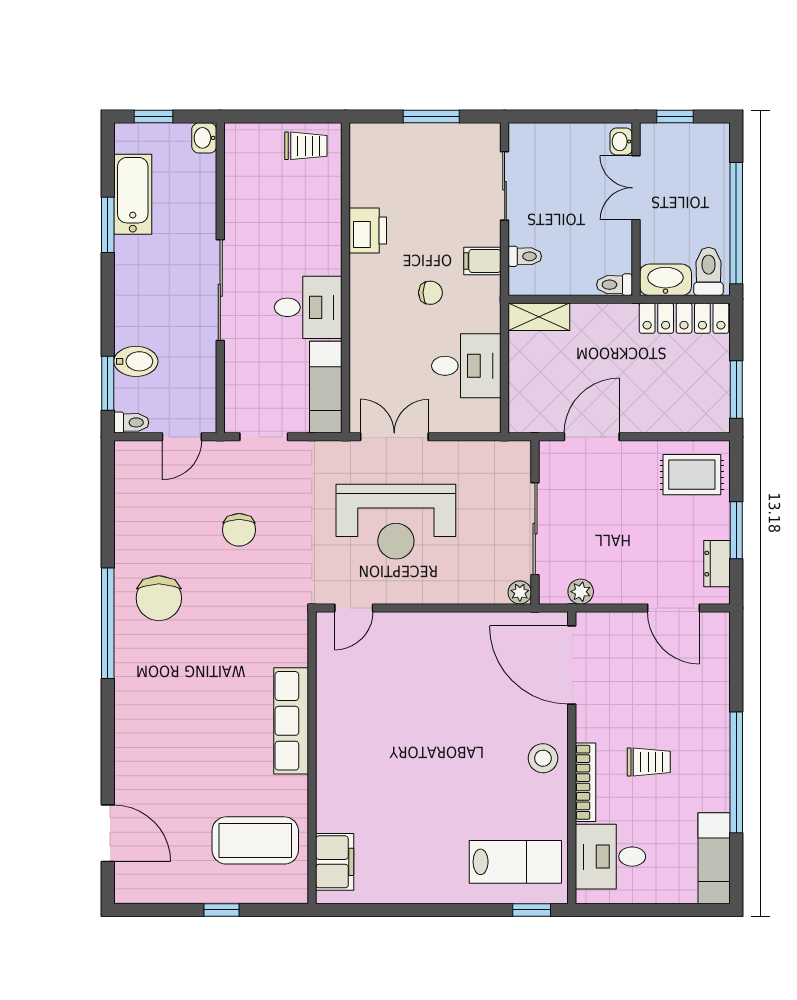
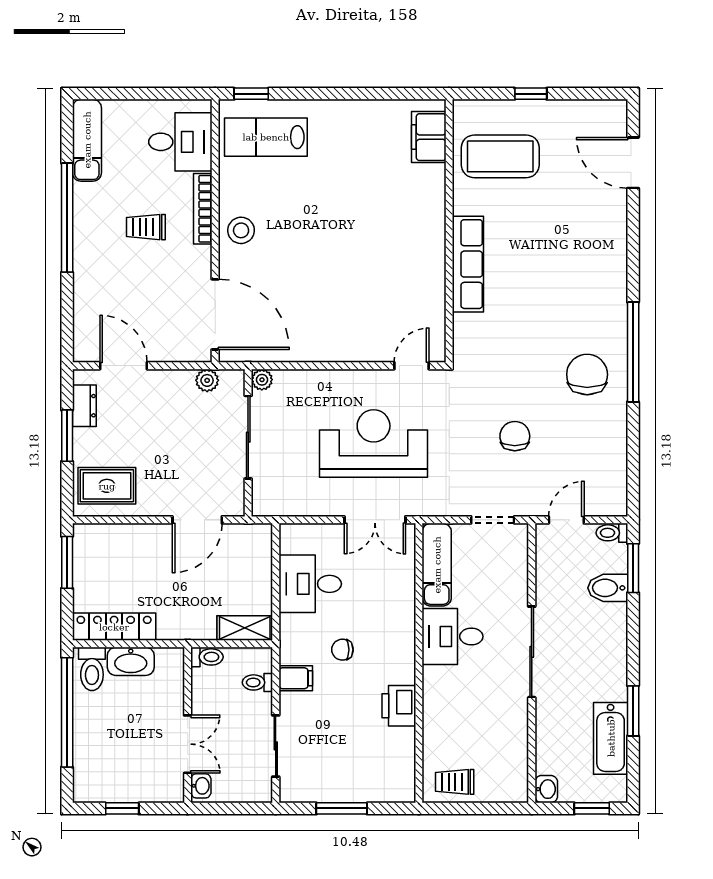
washbasin: (621, 142) -> (201, 786), moved
double door: (636, 188) -> (188, 744), moved
wall: (636, 209) -> (188, 725), moved
toilet: (614, 285) -> (207, 657), moved

